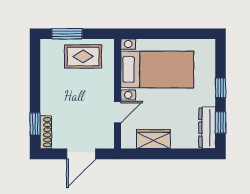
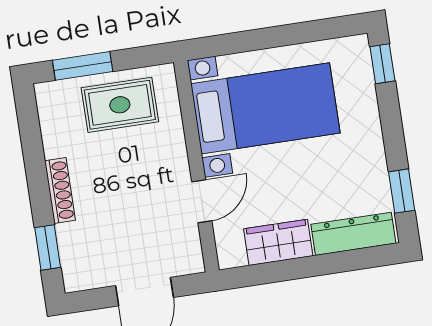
window: (221, 88) -> (382, 64), moved
dresser: (207, 128) -> (353, 234), moved, turned 90
shoe rack: (46, 132) -> (60, 190), moved

